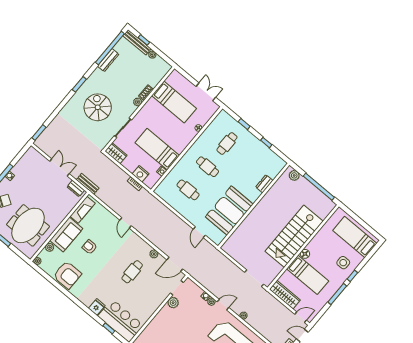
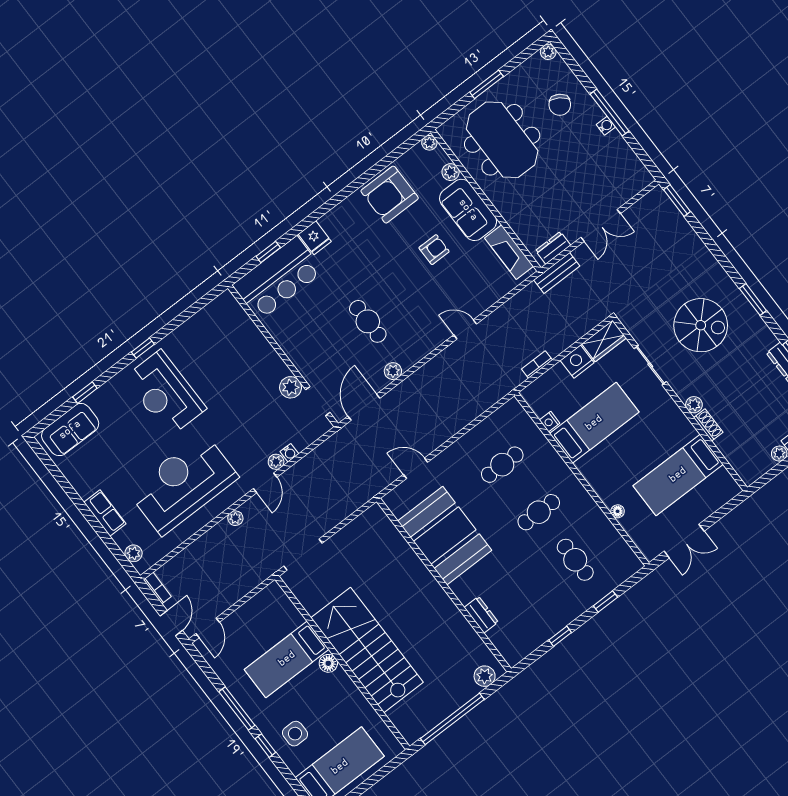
nightstand: (141, 174) -> (577, 362), moved
wardrobe: (285, 295) -> (258, 607), removed

